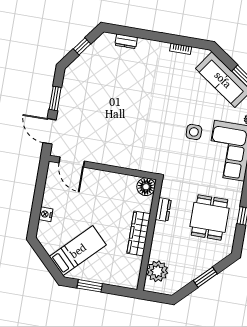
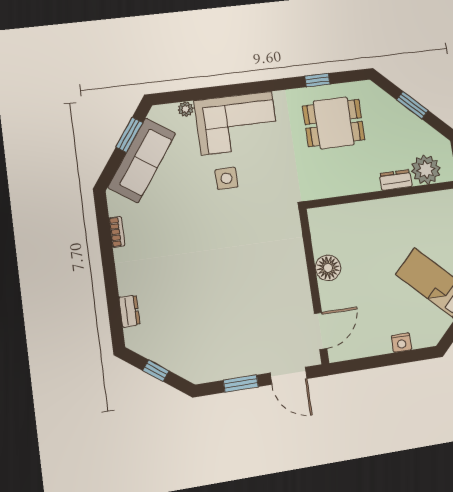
door: (50, 131) -> (289, 376), hinge flipped
floor lamp: (146, 187) -> (328, 268), moved
dresser: (163, 209) -> (396, 180), moved
wardrobe: (139, 233) -> (385, 210), removed

